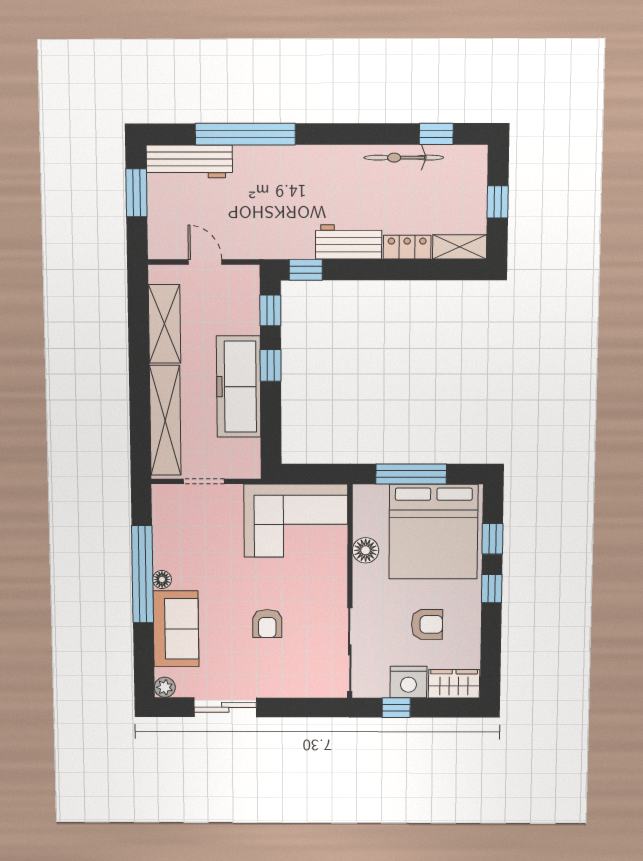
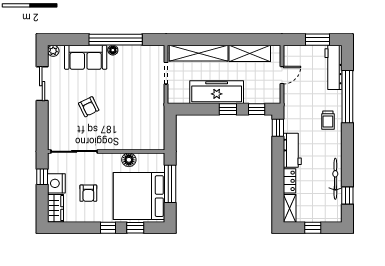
trolley: (291, 172) -> (328, 120), added
corner sofa: (296, 521) -> (145, 122), removed
armchair: (267, 624) -> (89, 107), turned -116

